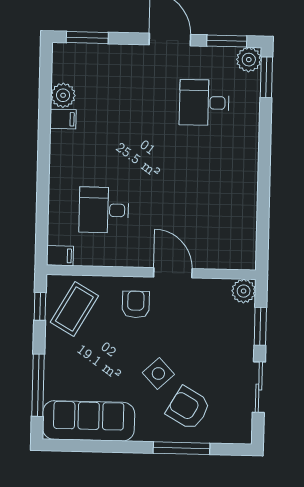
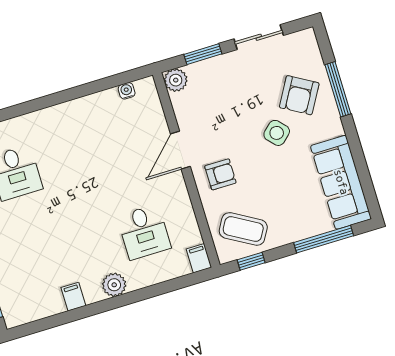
plant: (63, 95) -> (114, 285), moved
water cooler: (249, 239) -> (127, 91), added
armchair: (136, 304) -> (220, 174), turned 180

